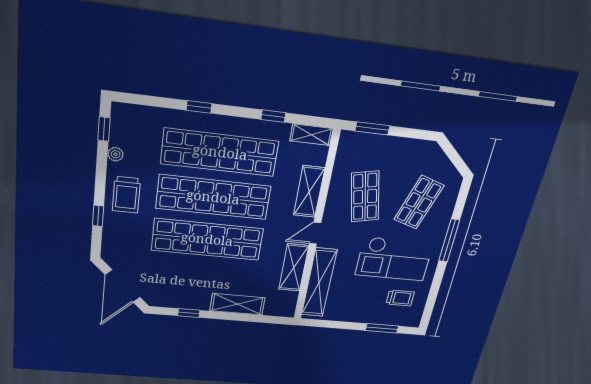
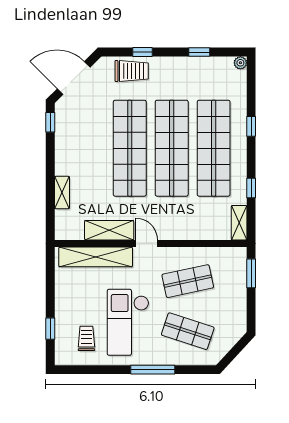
window: (104, 129) -> (199, 52), moved
plant: (116, 154) -> (240, 63), moved
shelving: (309, 192) -> (187, 230), removed
trolley: (126, 195) -> (132, 71), moved, turned 180
trolley: (400, 298) -> (86, 338), turned 180
shelving: (237, 304) -> (62, 193), width x0.67, depth x0.75
window: (189, 313) -> (50, 122), moved
window: (382, 328) -> (50, 329), width x0.67

